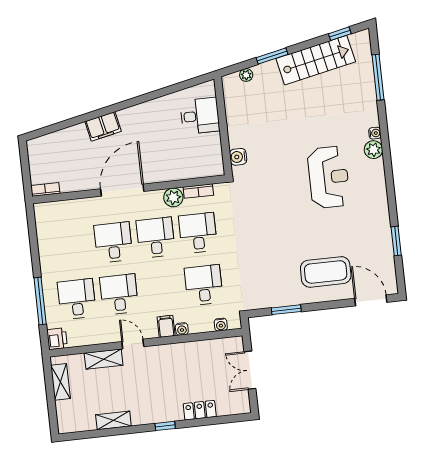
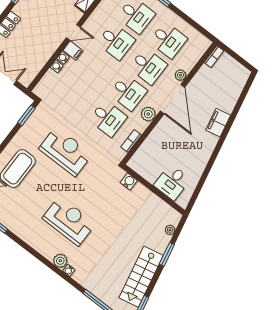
reception desk: (329, 177) -> (69, 221), turned 180
plant: (173, 197) -> (148, 114), moved
plant: (93, 204) -> (180, 75), added
reception desk: (267, 243) -> (66, 151), added
desk: (204, 285) -> (168, 40), moved
window: (286, 310) -> (26, 115), moved
water cooler: (221, 325) -> (57, 66), moved
door: (133, 344) -> (73, 32), moved

